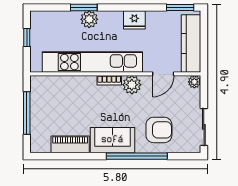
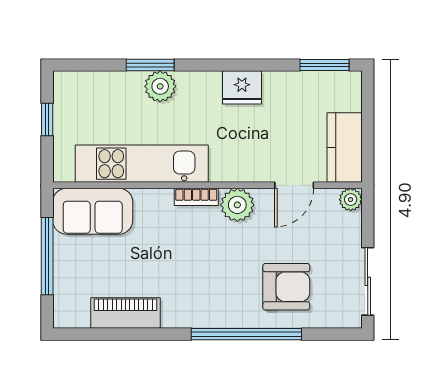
kitchen counter: (191, 43) -> (345, 148), width x0.67
kitchen unit: (92, 62) -> (142, 164), width x0.73
sofa: (112, 140) -> (93, 211), moved, turned 180

